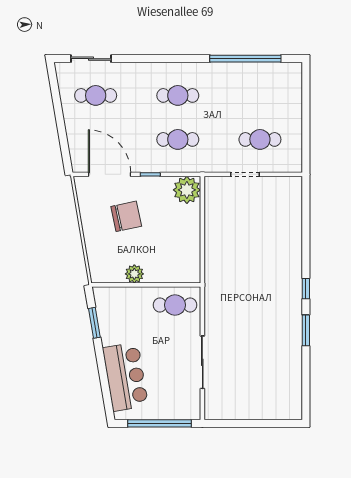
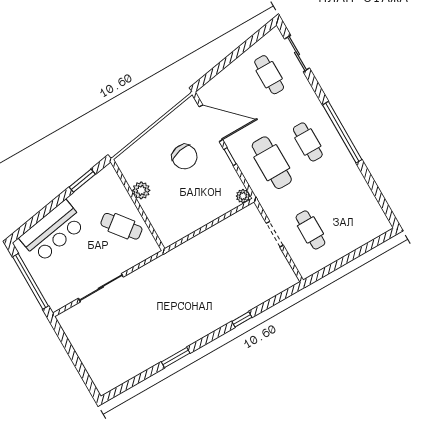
window: (245, 59) -> (342, 132), moved
cafe table: (178, 139) -> (272, 163), width x1.37, depth x1.35
door: (109, 174) -> (211, 123), hinge flipped
plant: (187, 190) -> (243, 196), width x0.53, depth x0.53
window: (306, 289) -> (242, 319), moved
cafe table: (175, 305) -> (121, 226), moved, turned -38

